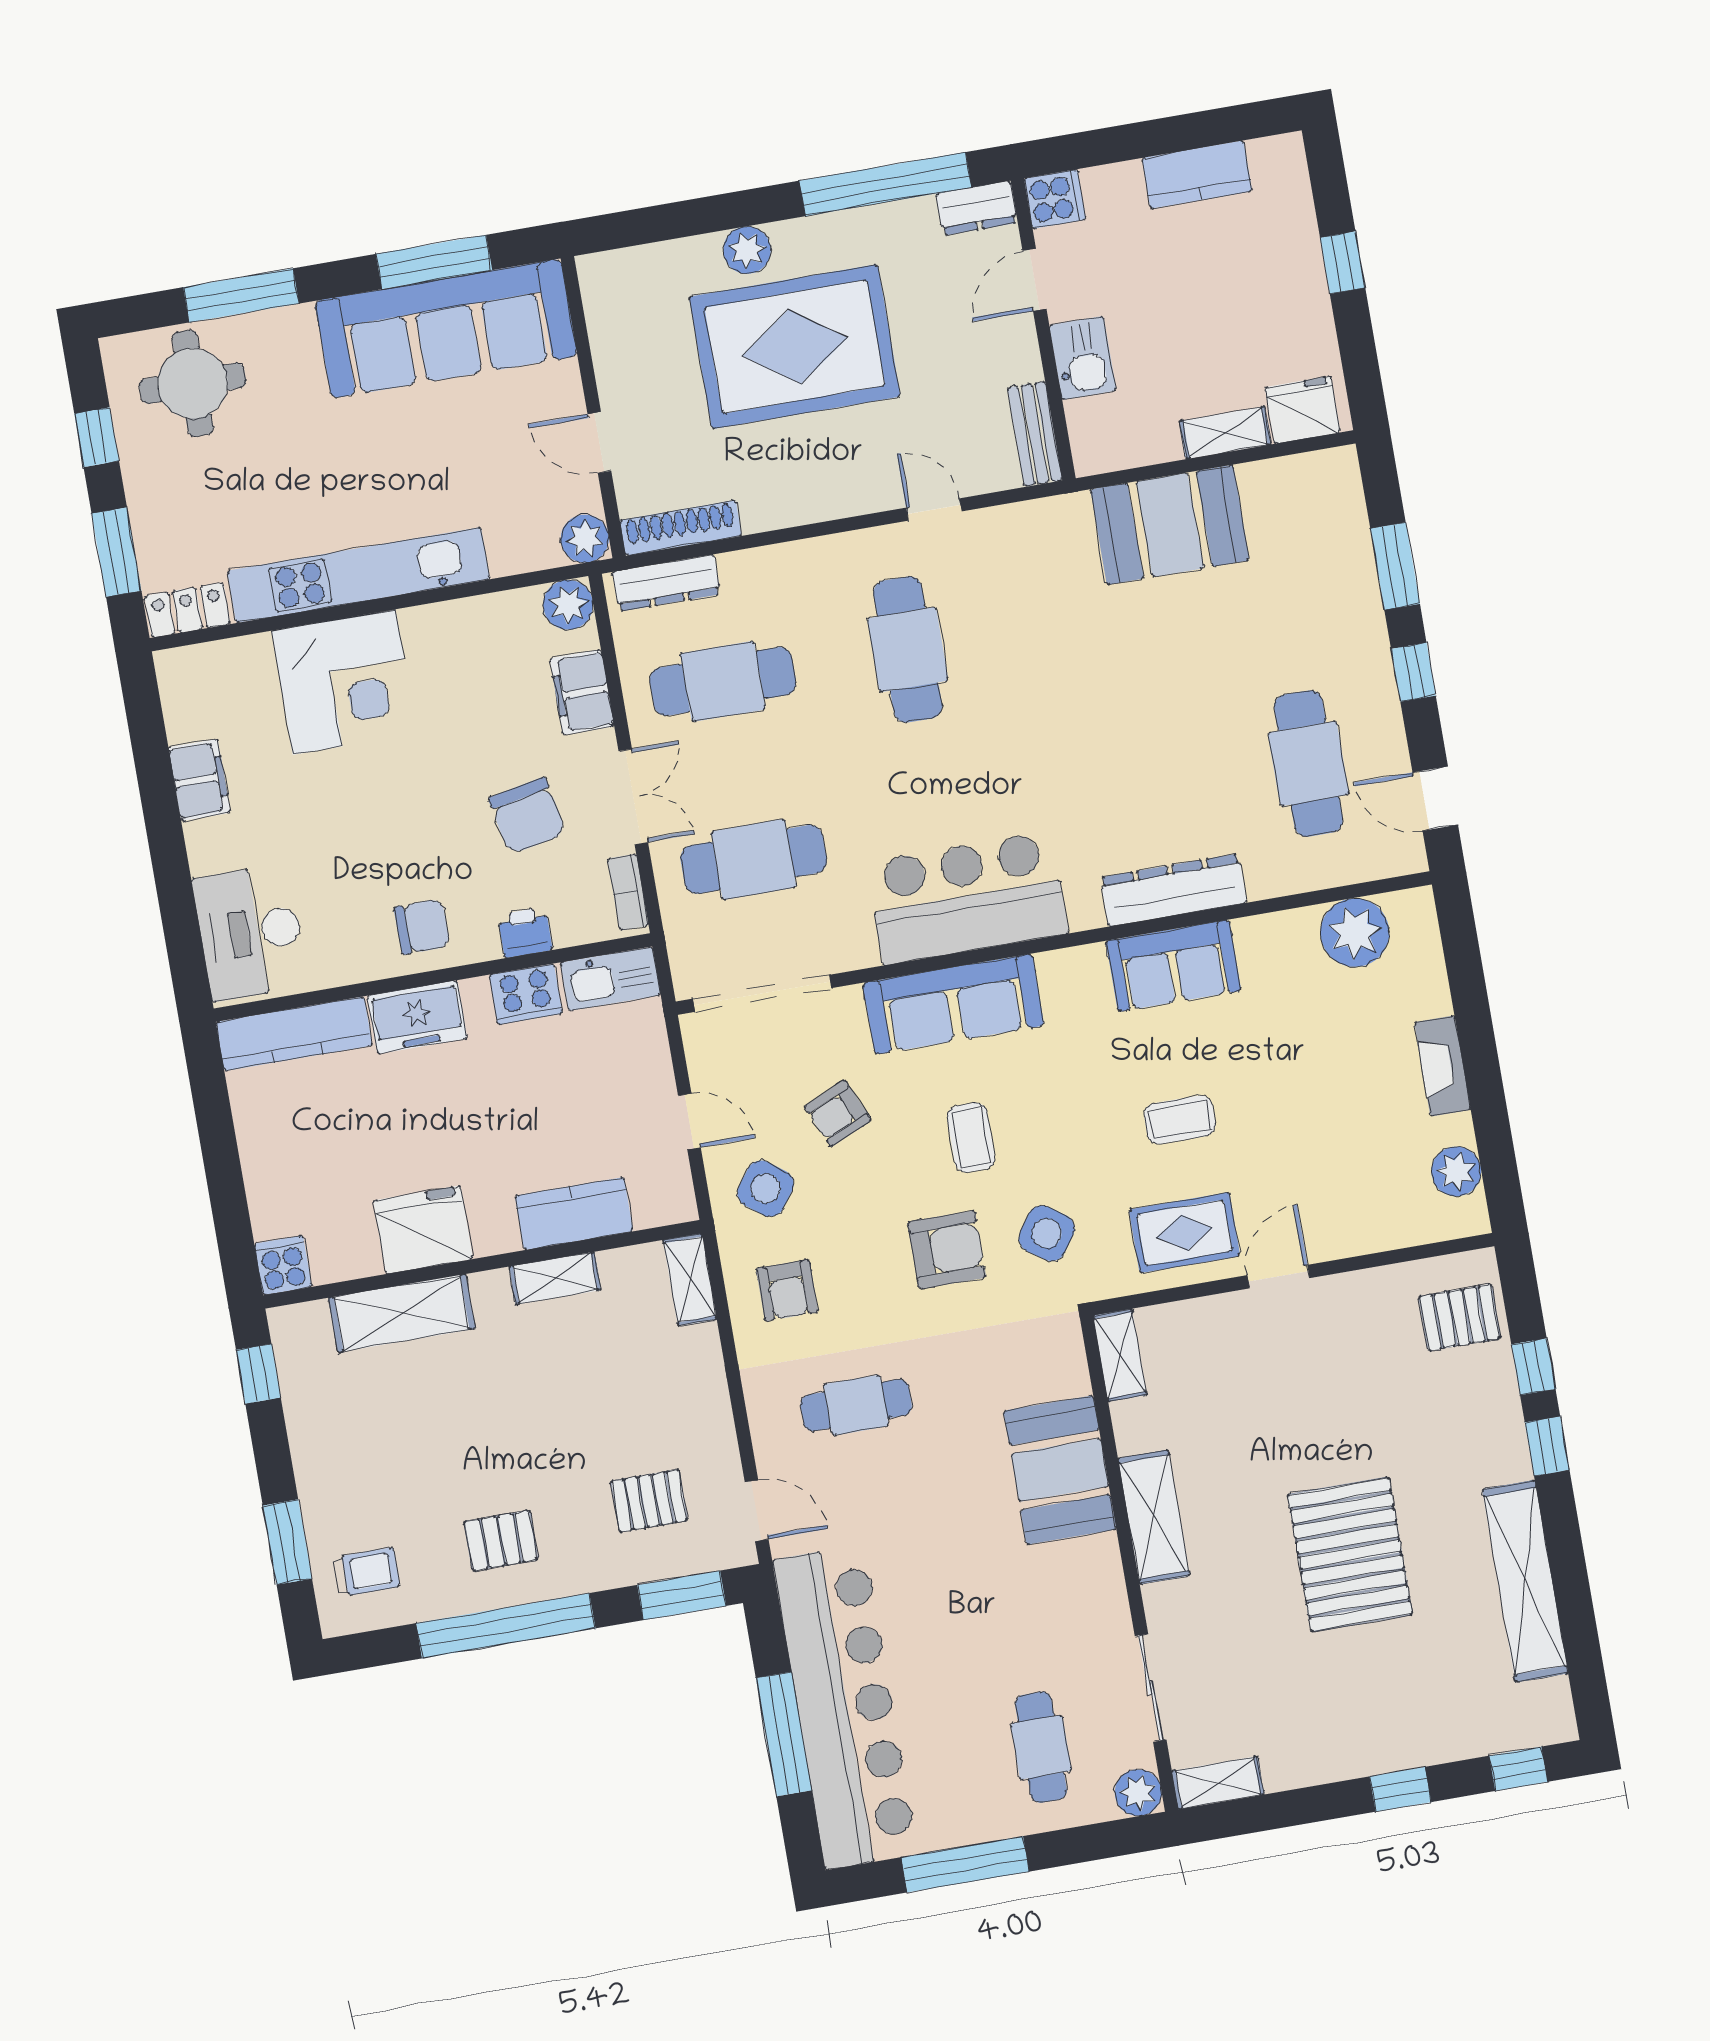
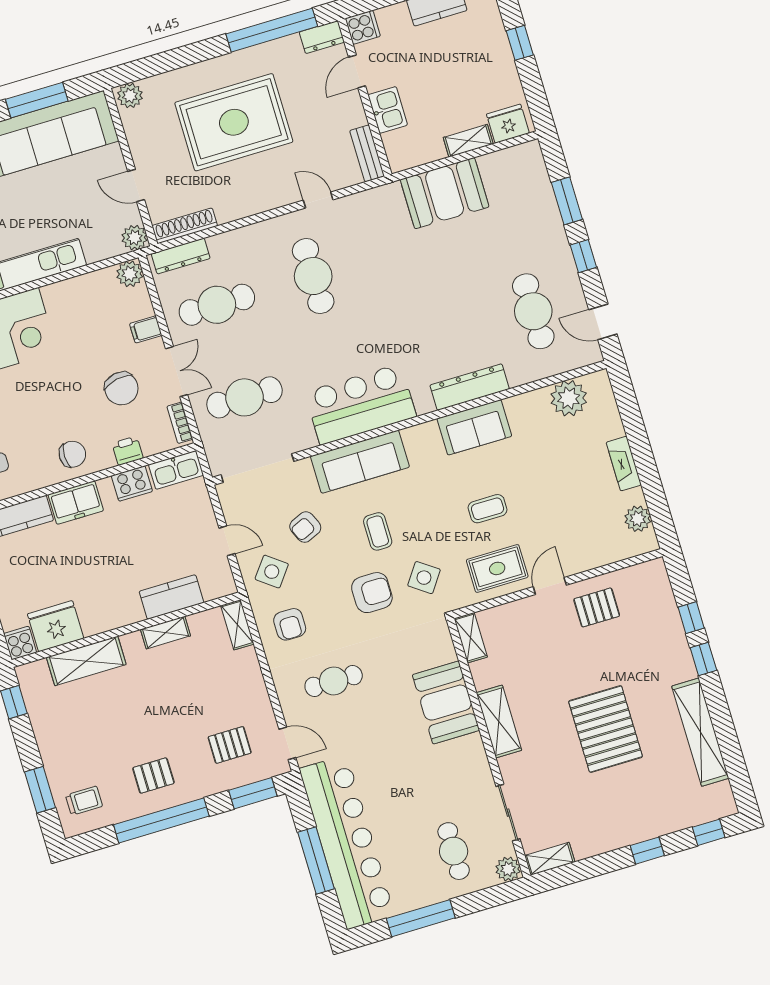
plant: (747, 250) -> (130, 96), moved
filing cabinet: (582, 692) -> (146, 329), width x0.50
fridge: (423, 1230) -> (56, 626), moved
pallet: (1460, 1317) -> (597, 607), moved

